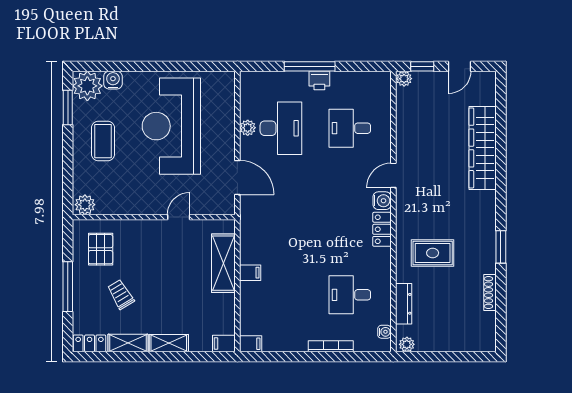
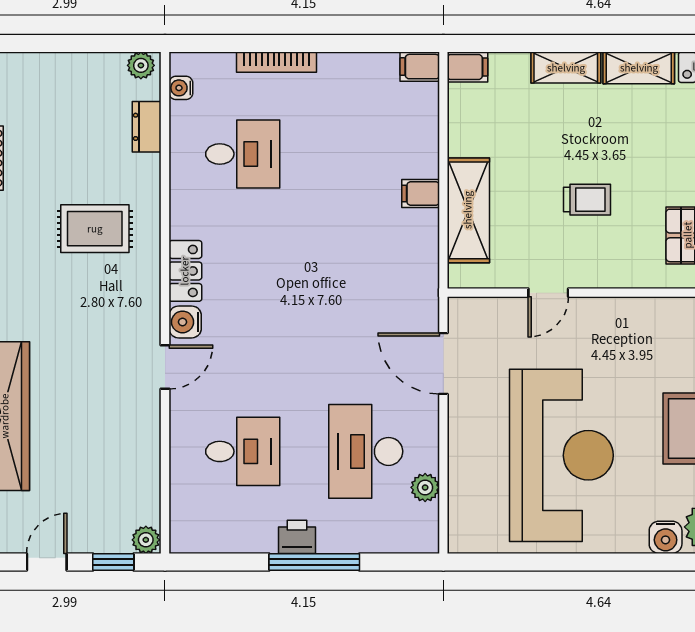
plant: (248, 128) -> (425, 487), moved
trolley: (121, 294) -> (587, 200), moved, turned -59
dresser: (404, 304) -> (147, 127), width x0.70

